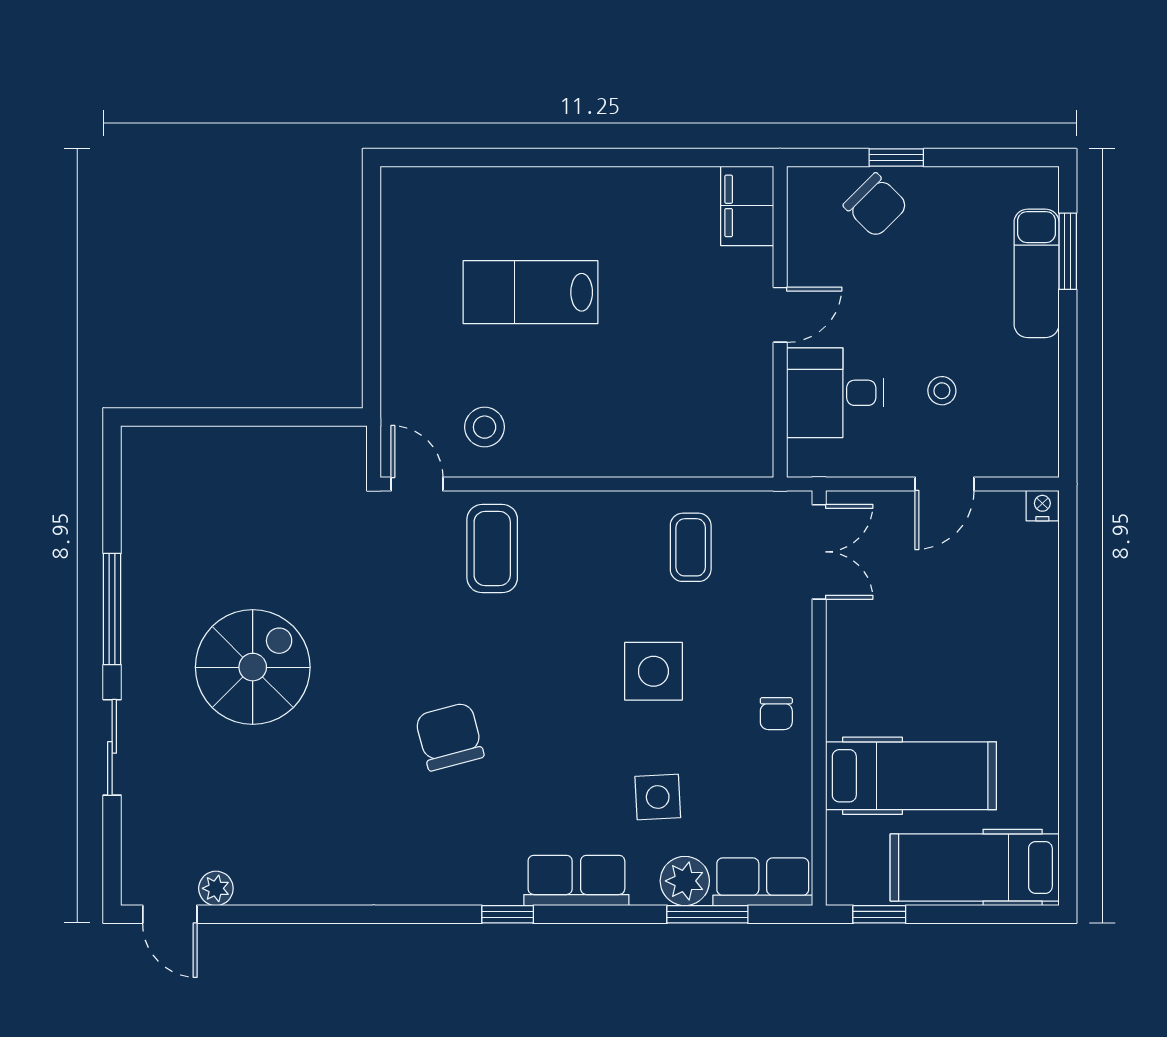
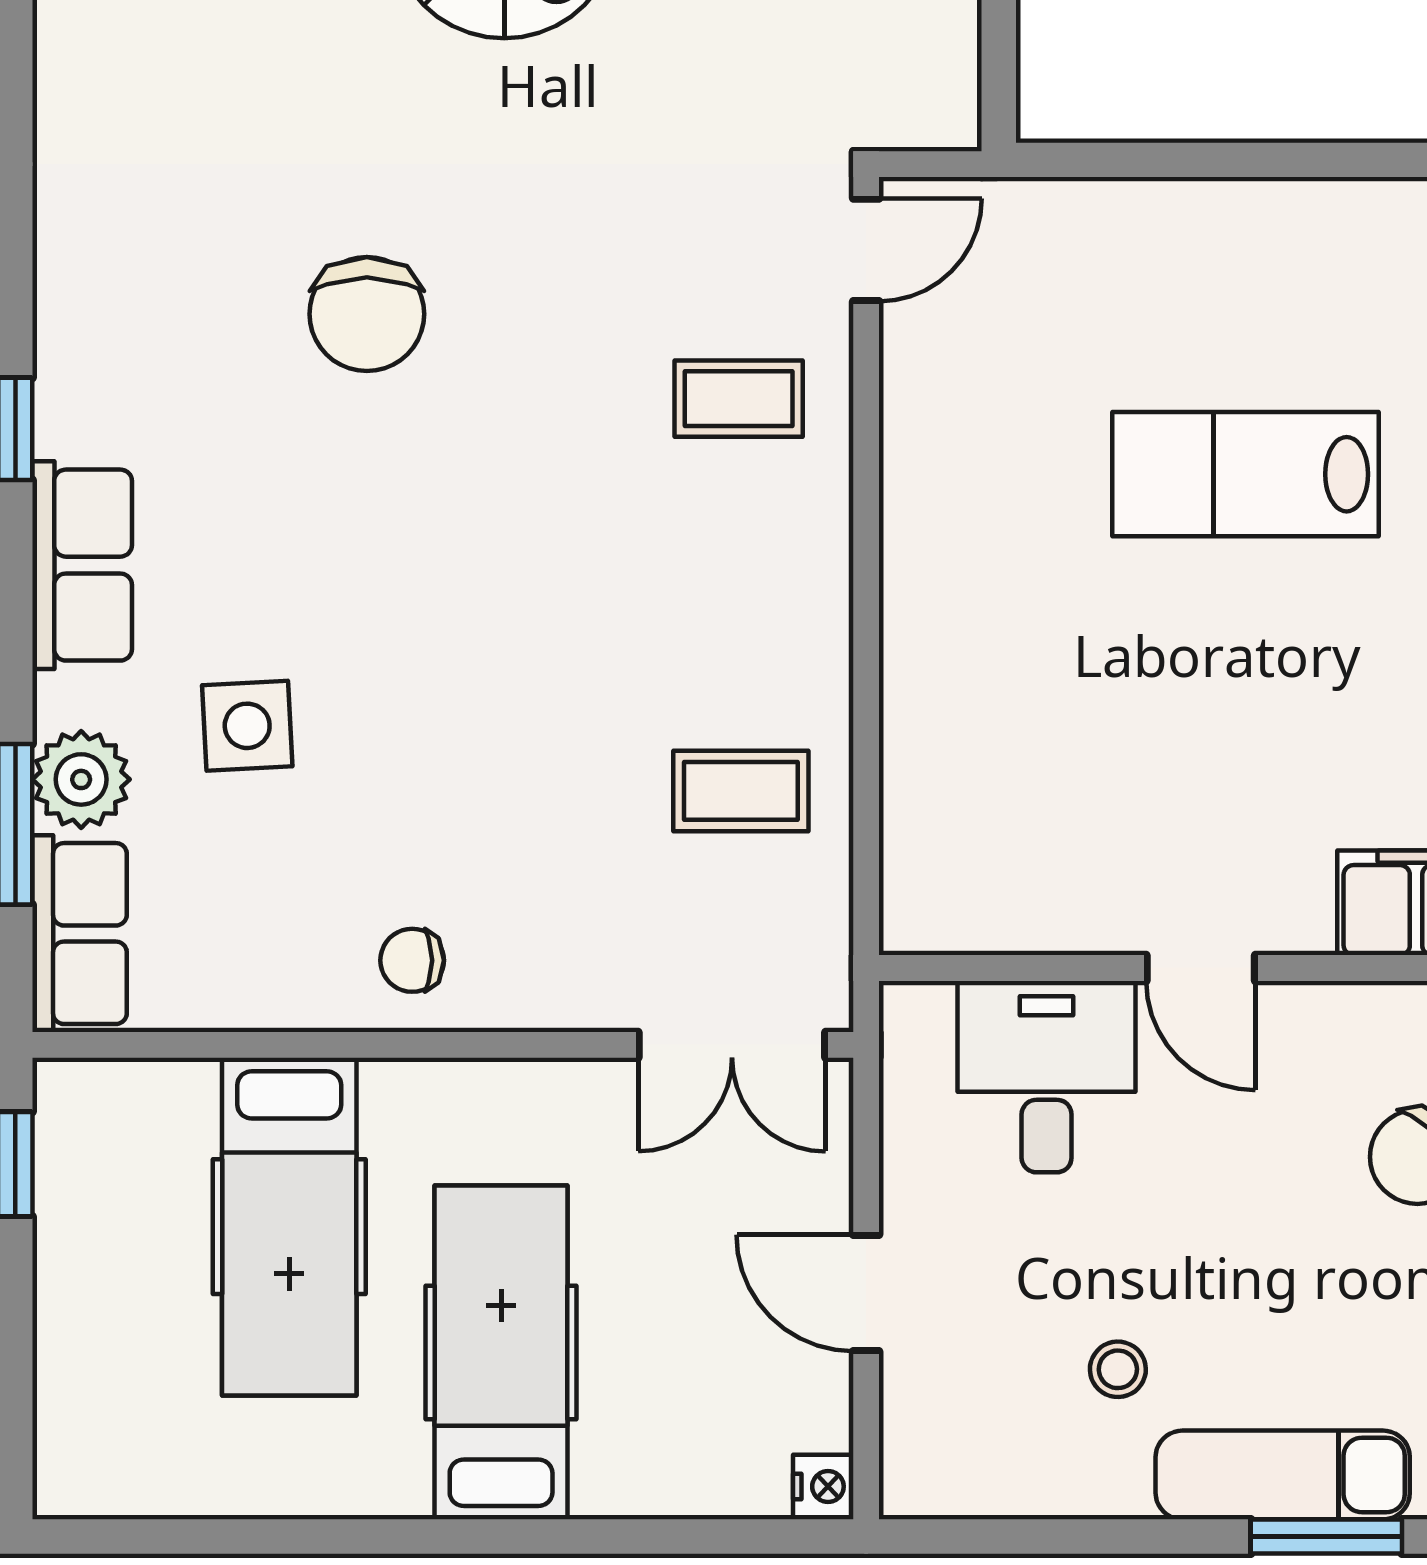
lab bench: (530, 292) -> (1245, 474), turned -90
stool: (942, 391) -> (1118, 1369), moved
stool: (485, 427) -> (979, 383), removed
coffee table: (492, 549) -> (739, 399), width x0.73, depth x0.77
side table: (653, 671) -> (496, 717), removed
chair: (449, 736) -> (367, 314), turned 105
hospital bed: (975, 867) -> (501, 1352), moved

